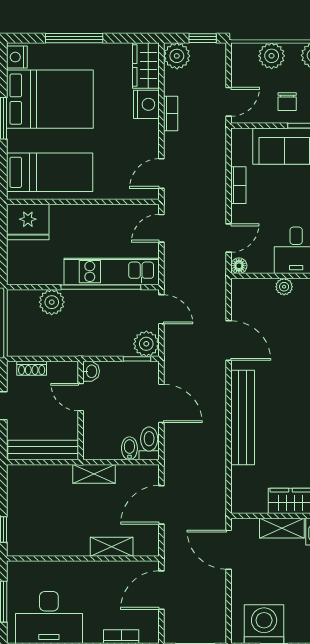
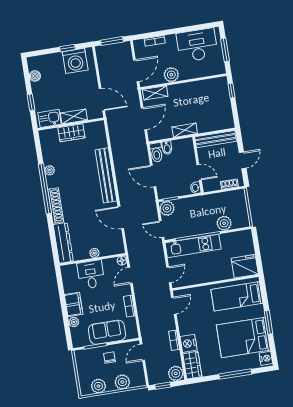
shelving: (112, 547) -> (155, 93), moved
plant: (102, 574) -> (171, 75), added

